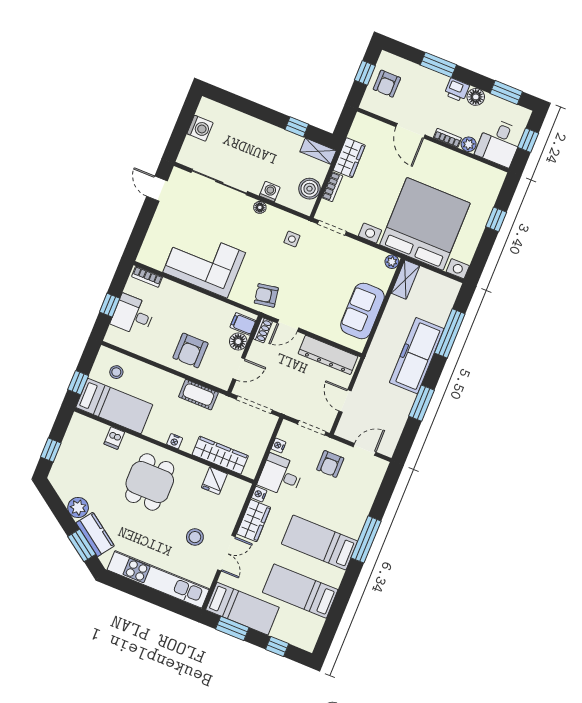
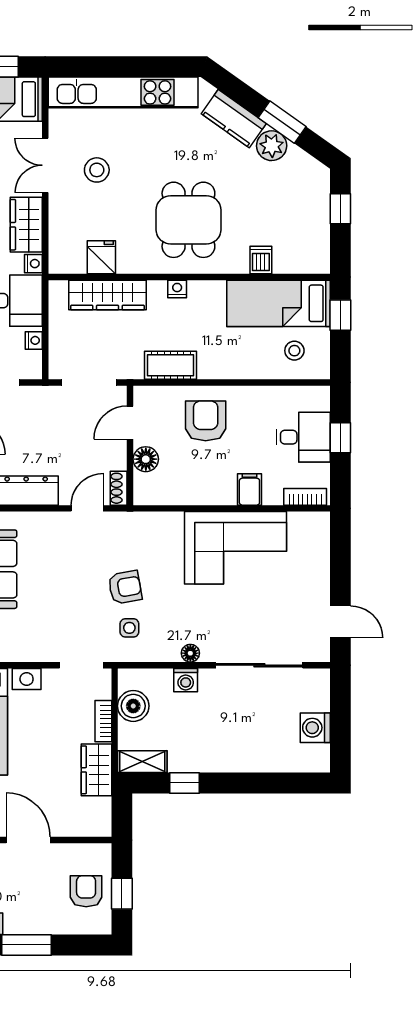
armchair: (266, 295) -> (125, 587), moved
filing cabinet: (243, 324) -> (249, 489), moved, turned -90
window: (82, 545) -> (282, 122), moved

